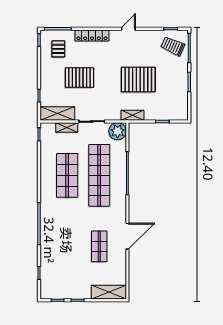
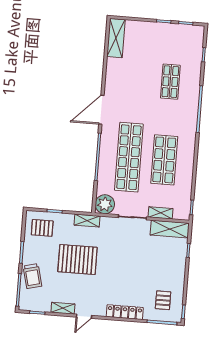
shelving: (148, 35) -> (63, 308), added
trolley: (173, 46) -> (32, 276), moved, turned 52
pallet: (80, 78) -> (42, 228), moved, width x0.67, depth x0.71
door: (127, 236) -> (101, 110), moved
shop shelf: (99, 246) -> (170, 82), moved
shelving: (109, 292) -> (116, 38), moved, turned 90

